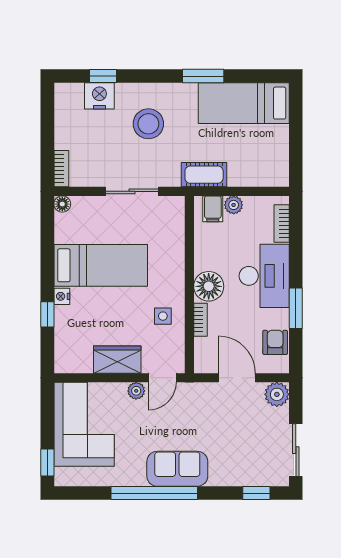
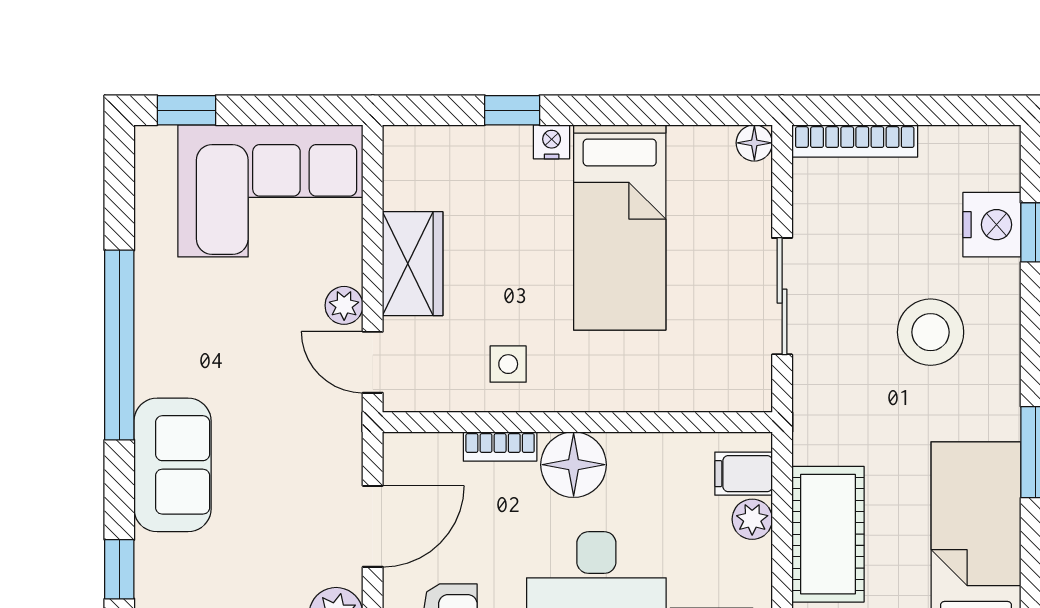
bookcase: (61, 169) -> (855, 141), width x1.56
cot: (204, 175) -> (828, 534), moved, width x1.37, depth x1.34
sofa: (177, 469) -> (173, 465), moved

